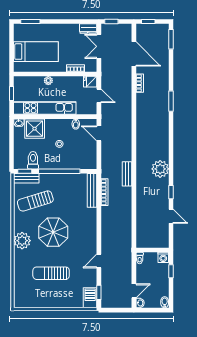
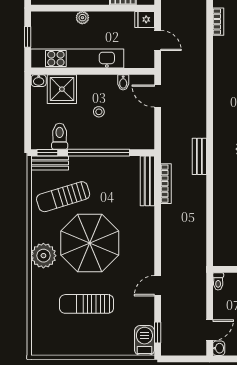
parasol: (53, 232) -> (90, 243), width x1.36, depth x1.36

